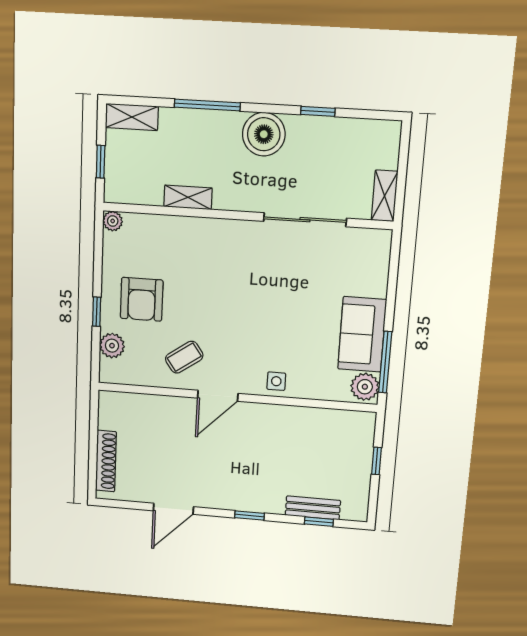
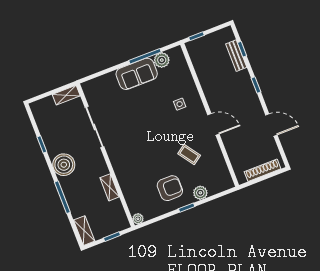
door: (218, 396) -> (213, 124), moved
wall: (236, 397) -> (210, 115), moved

